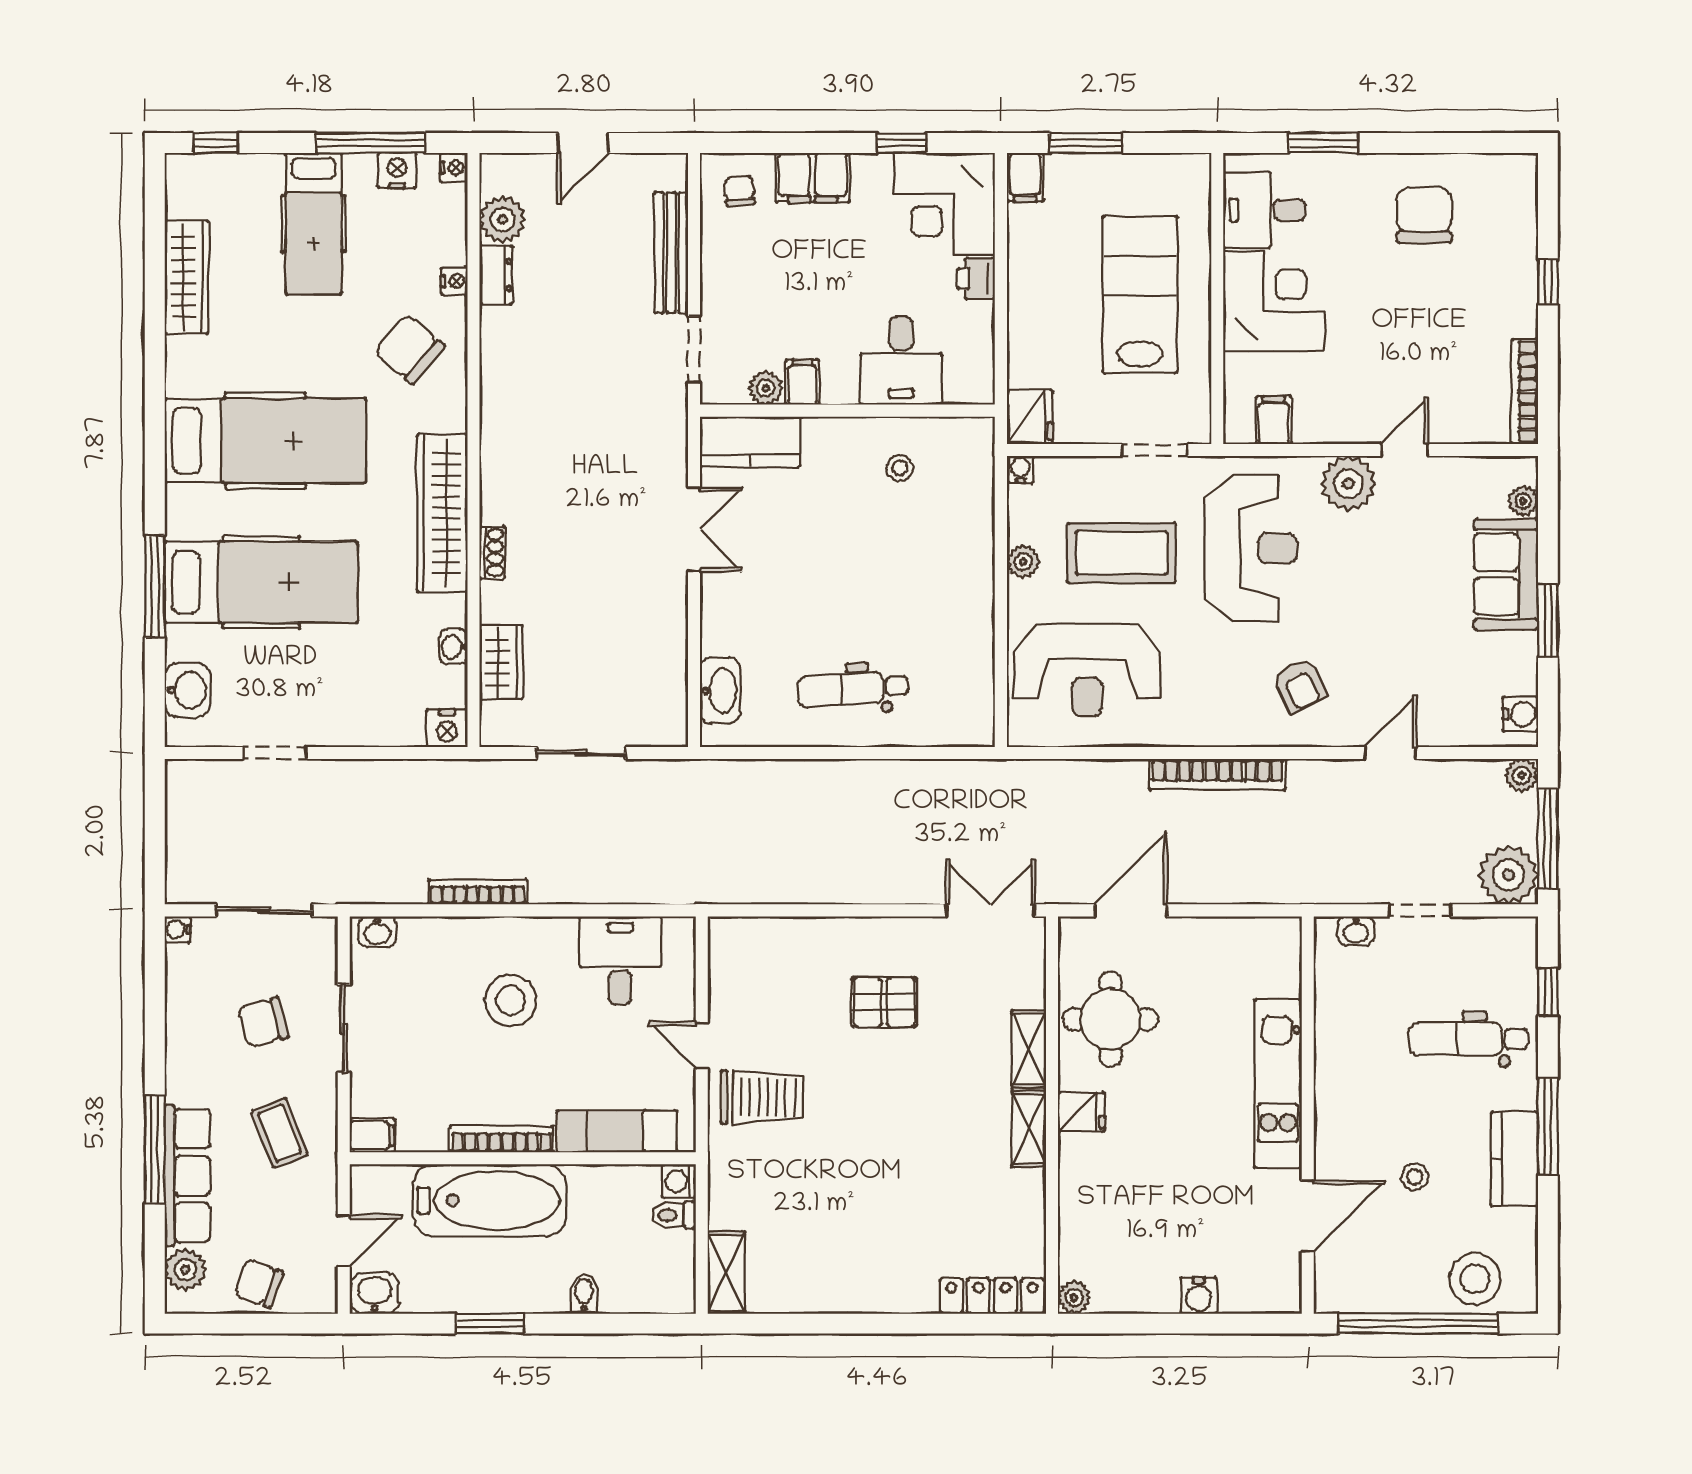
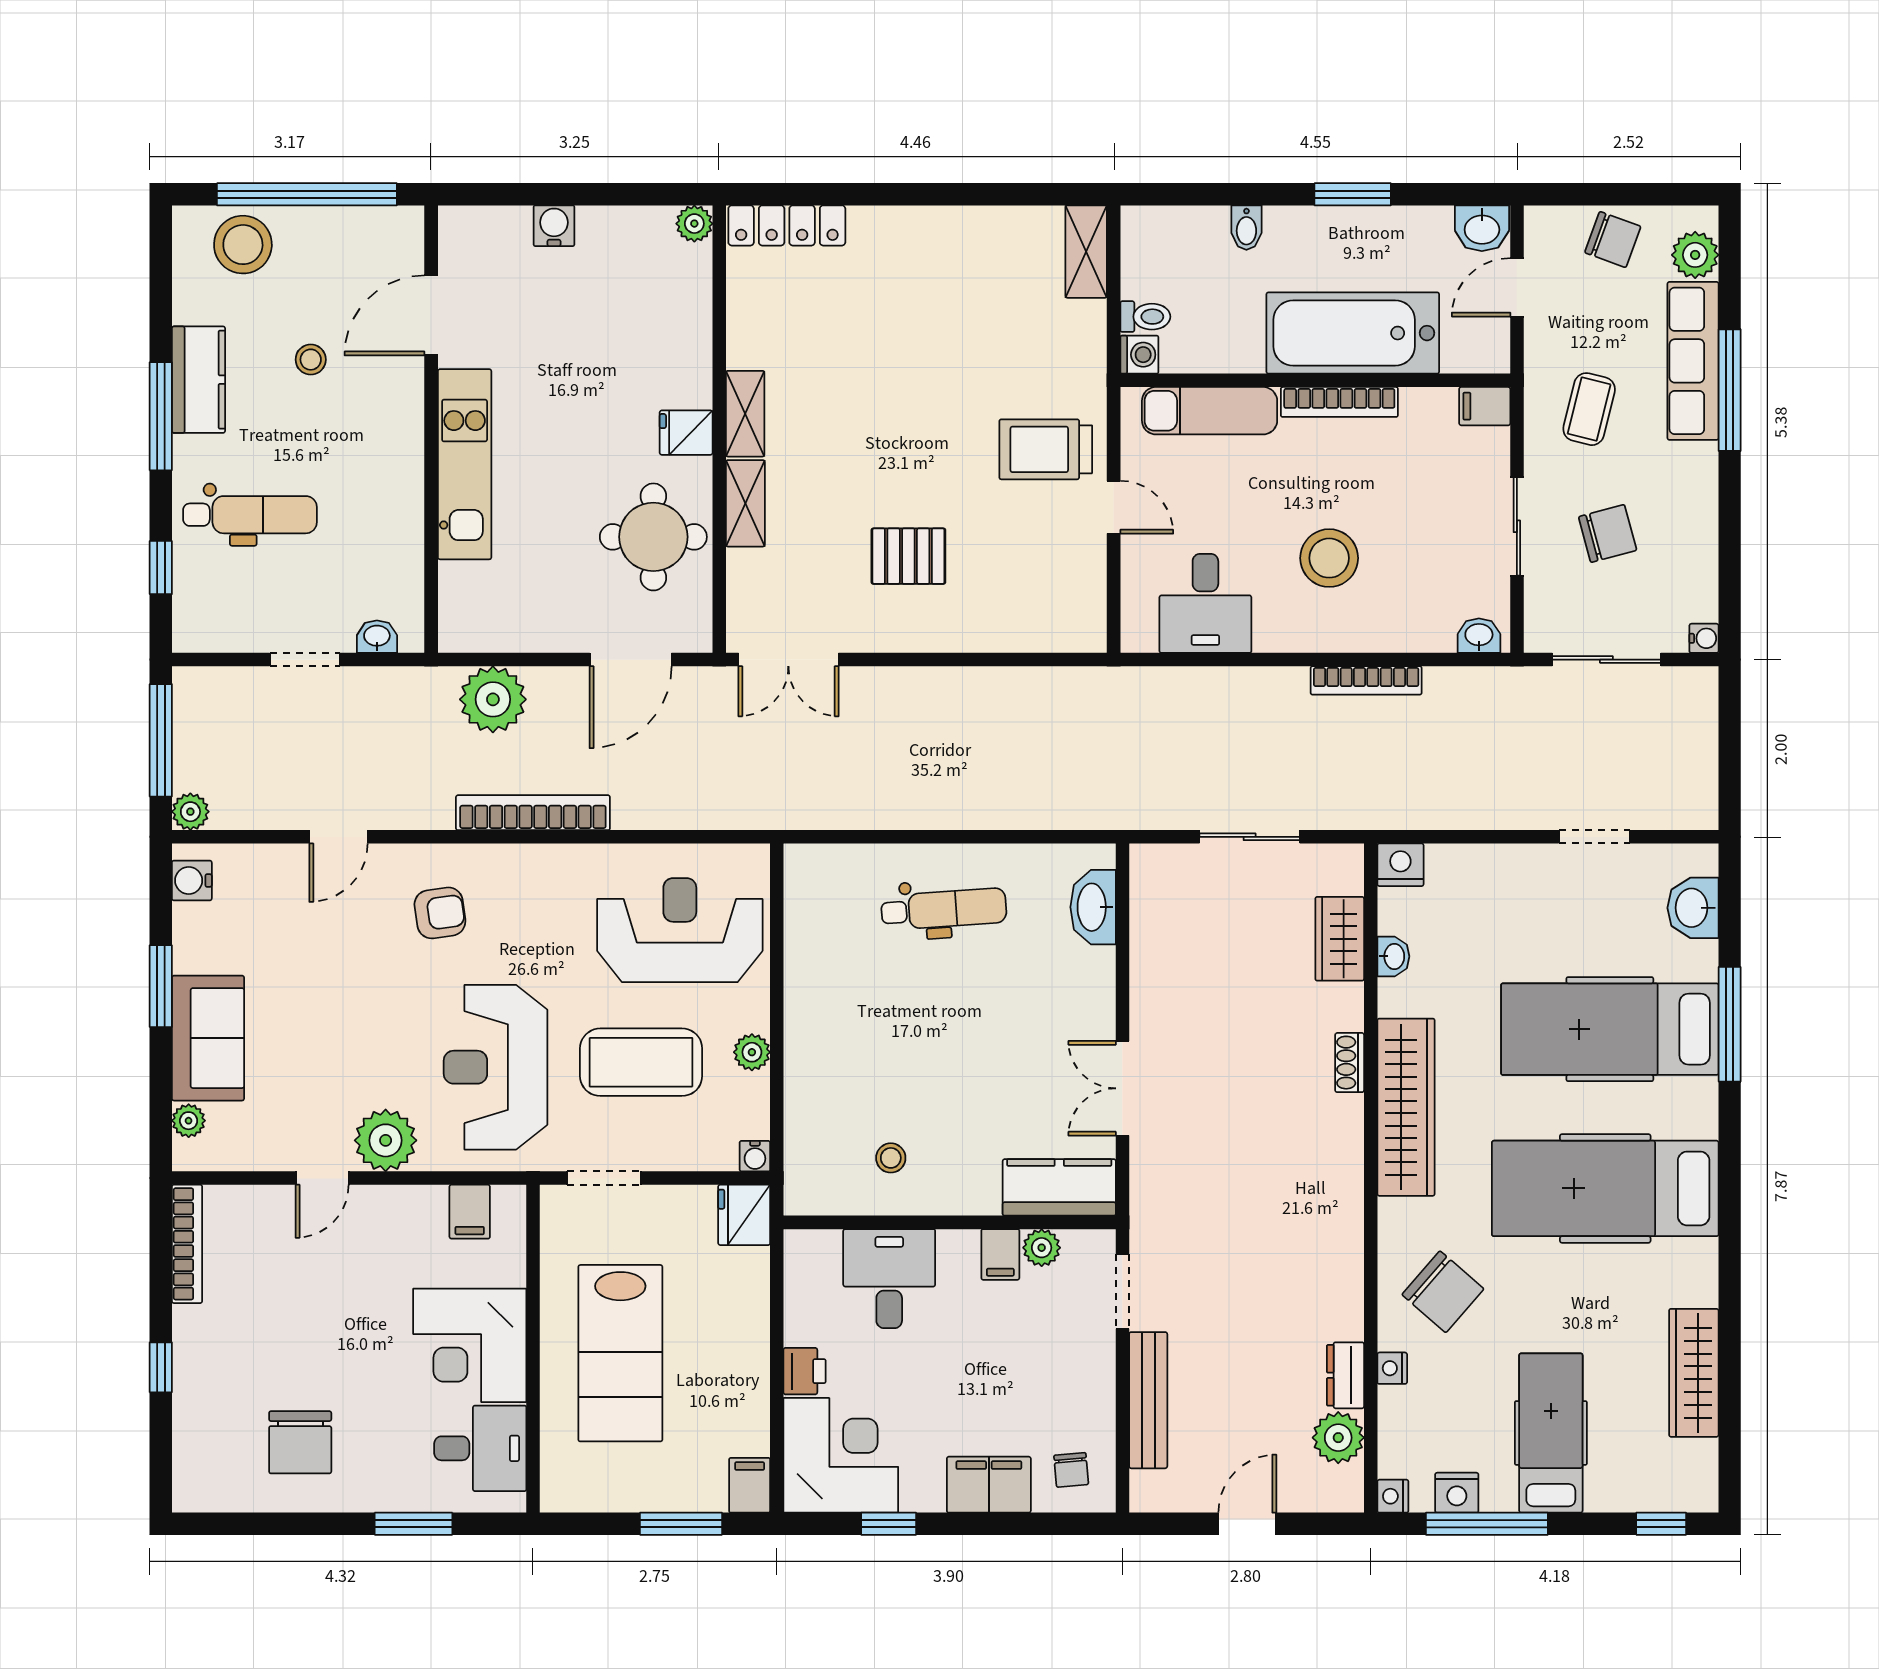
armchair: (1300, 685) -> (440, 913), turned 108
plant: (1509, 875) -> (493, 699), moved
coffee table: (280, 1133) -> (1589, 409), turned 35

